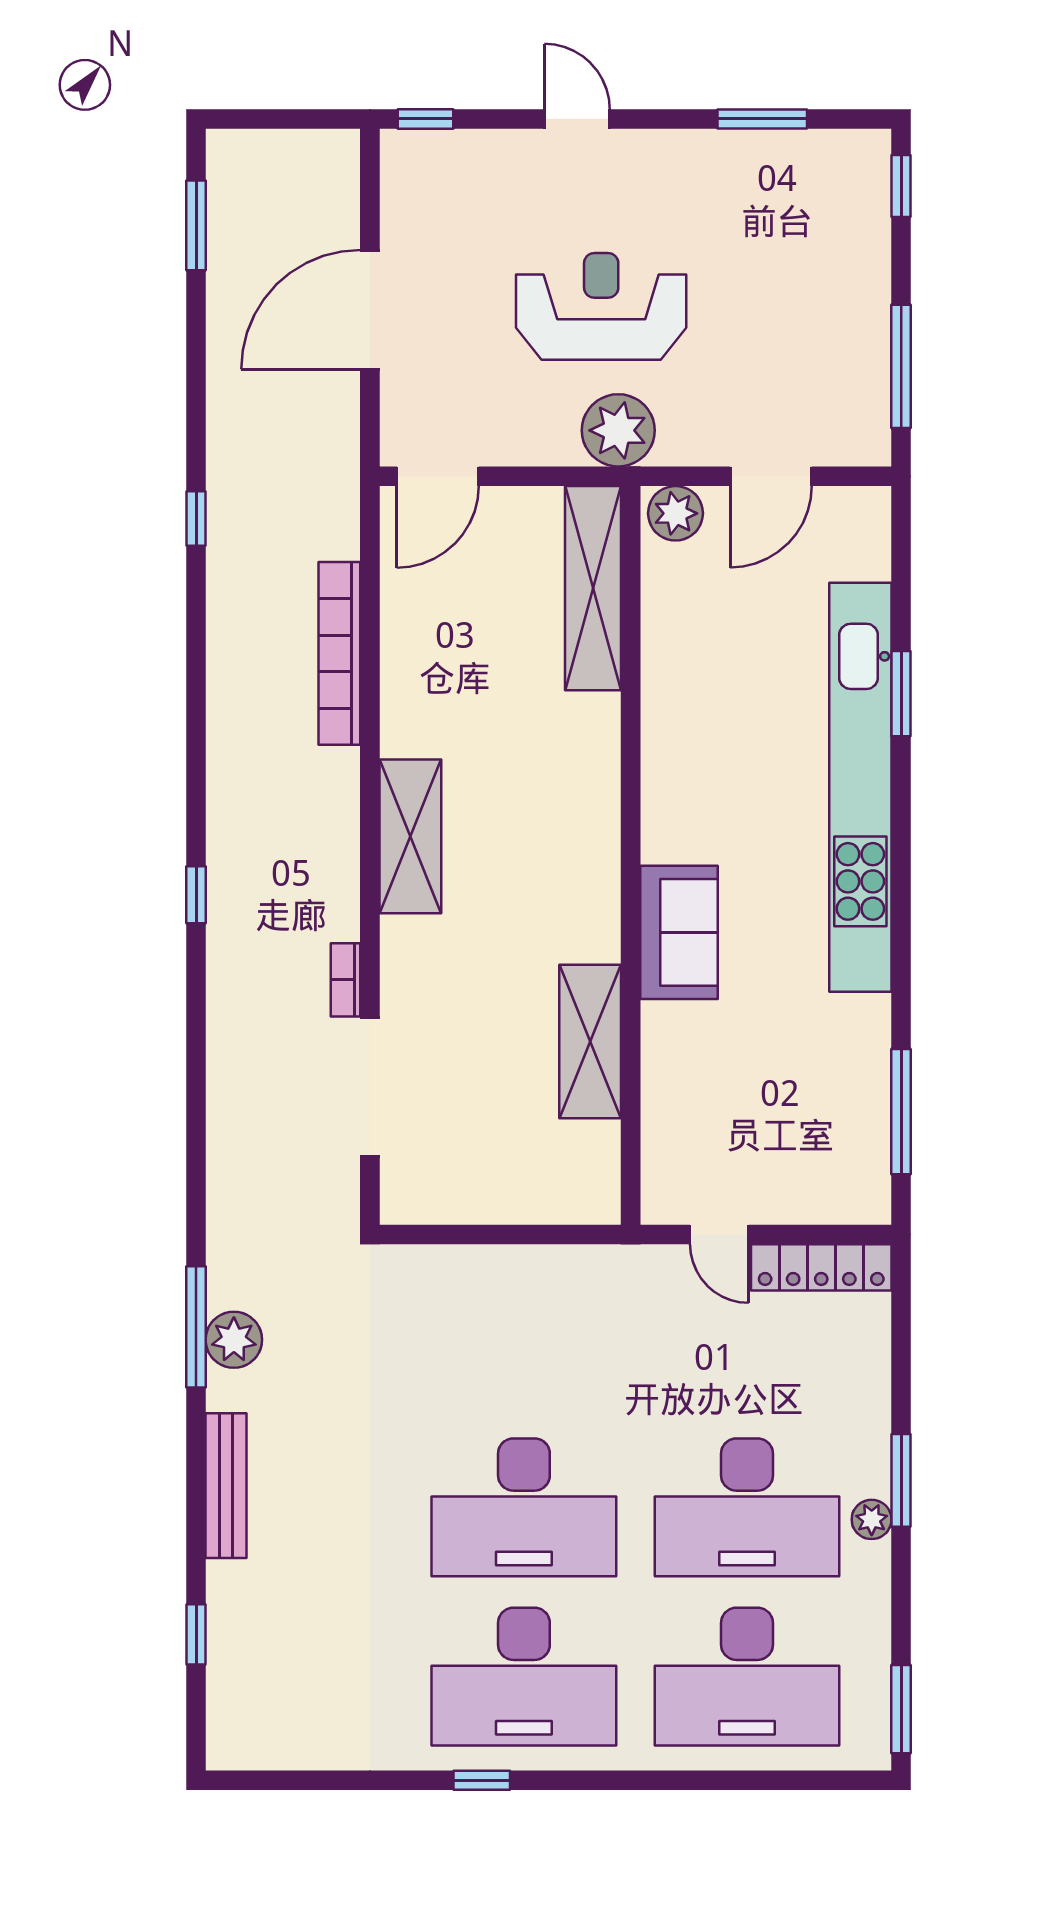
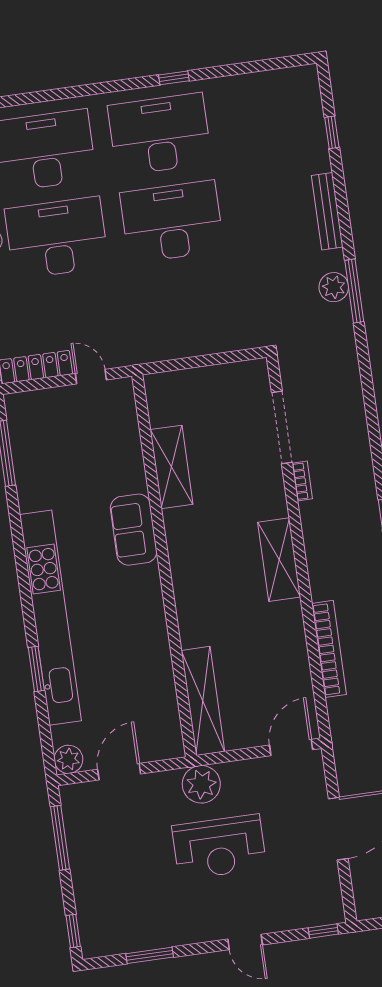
plant: (676, 513) -> (68, 759), moved

